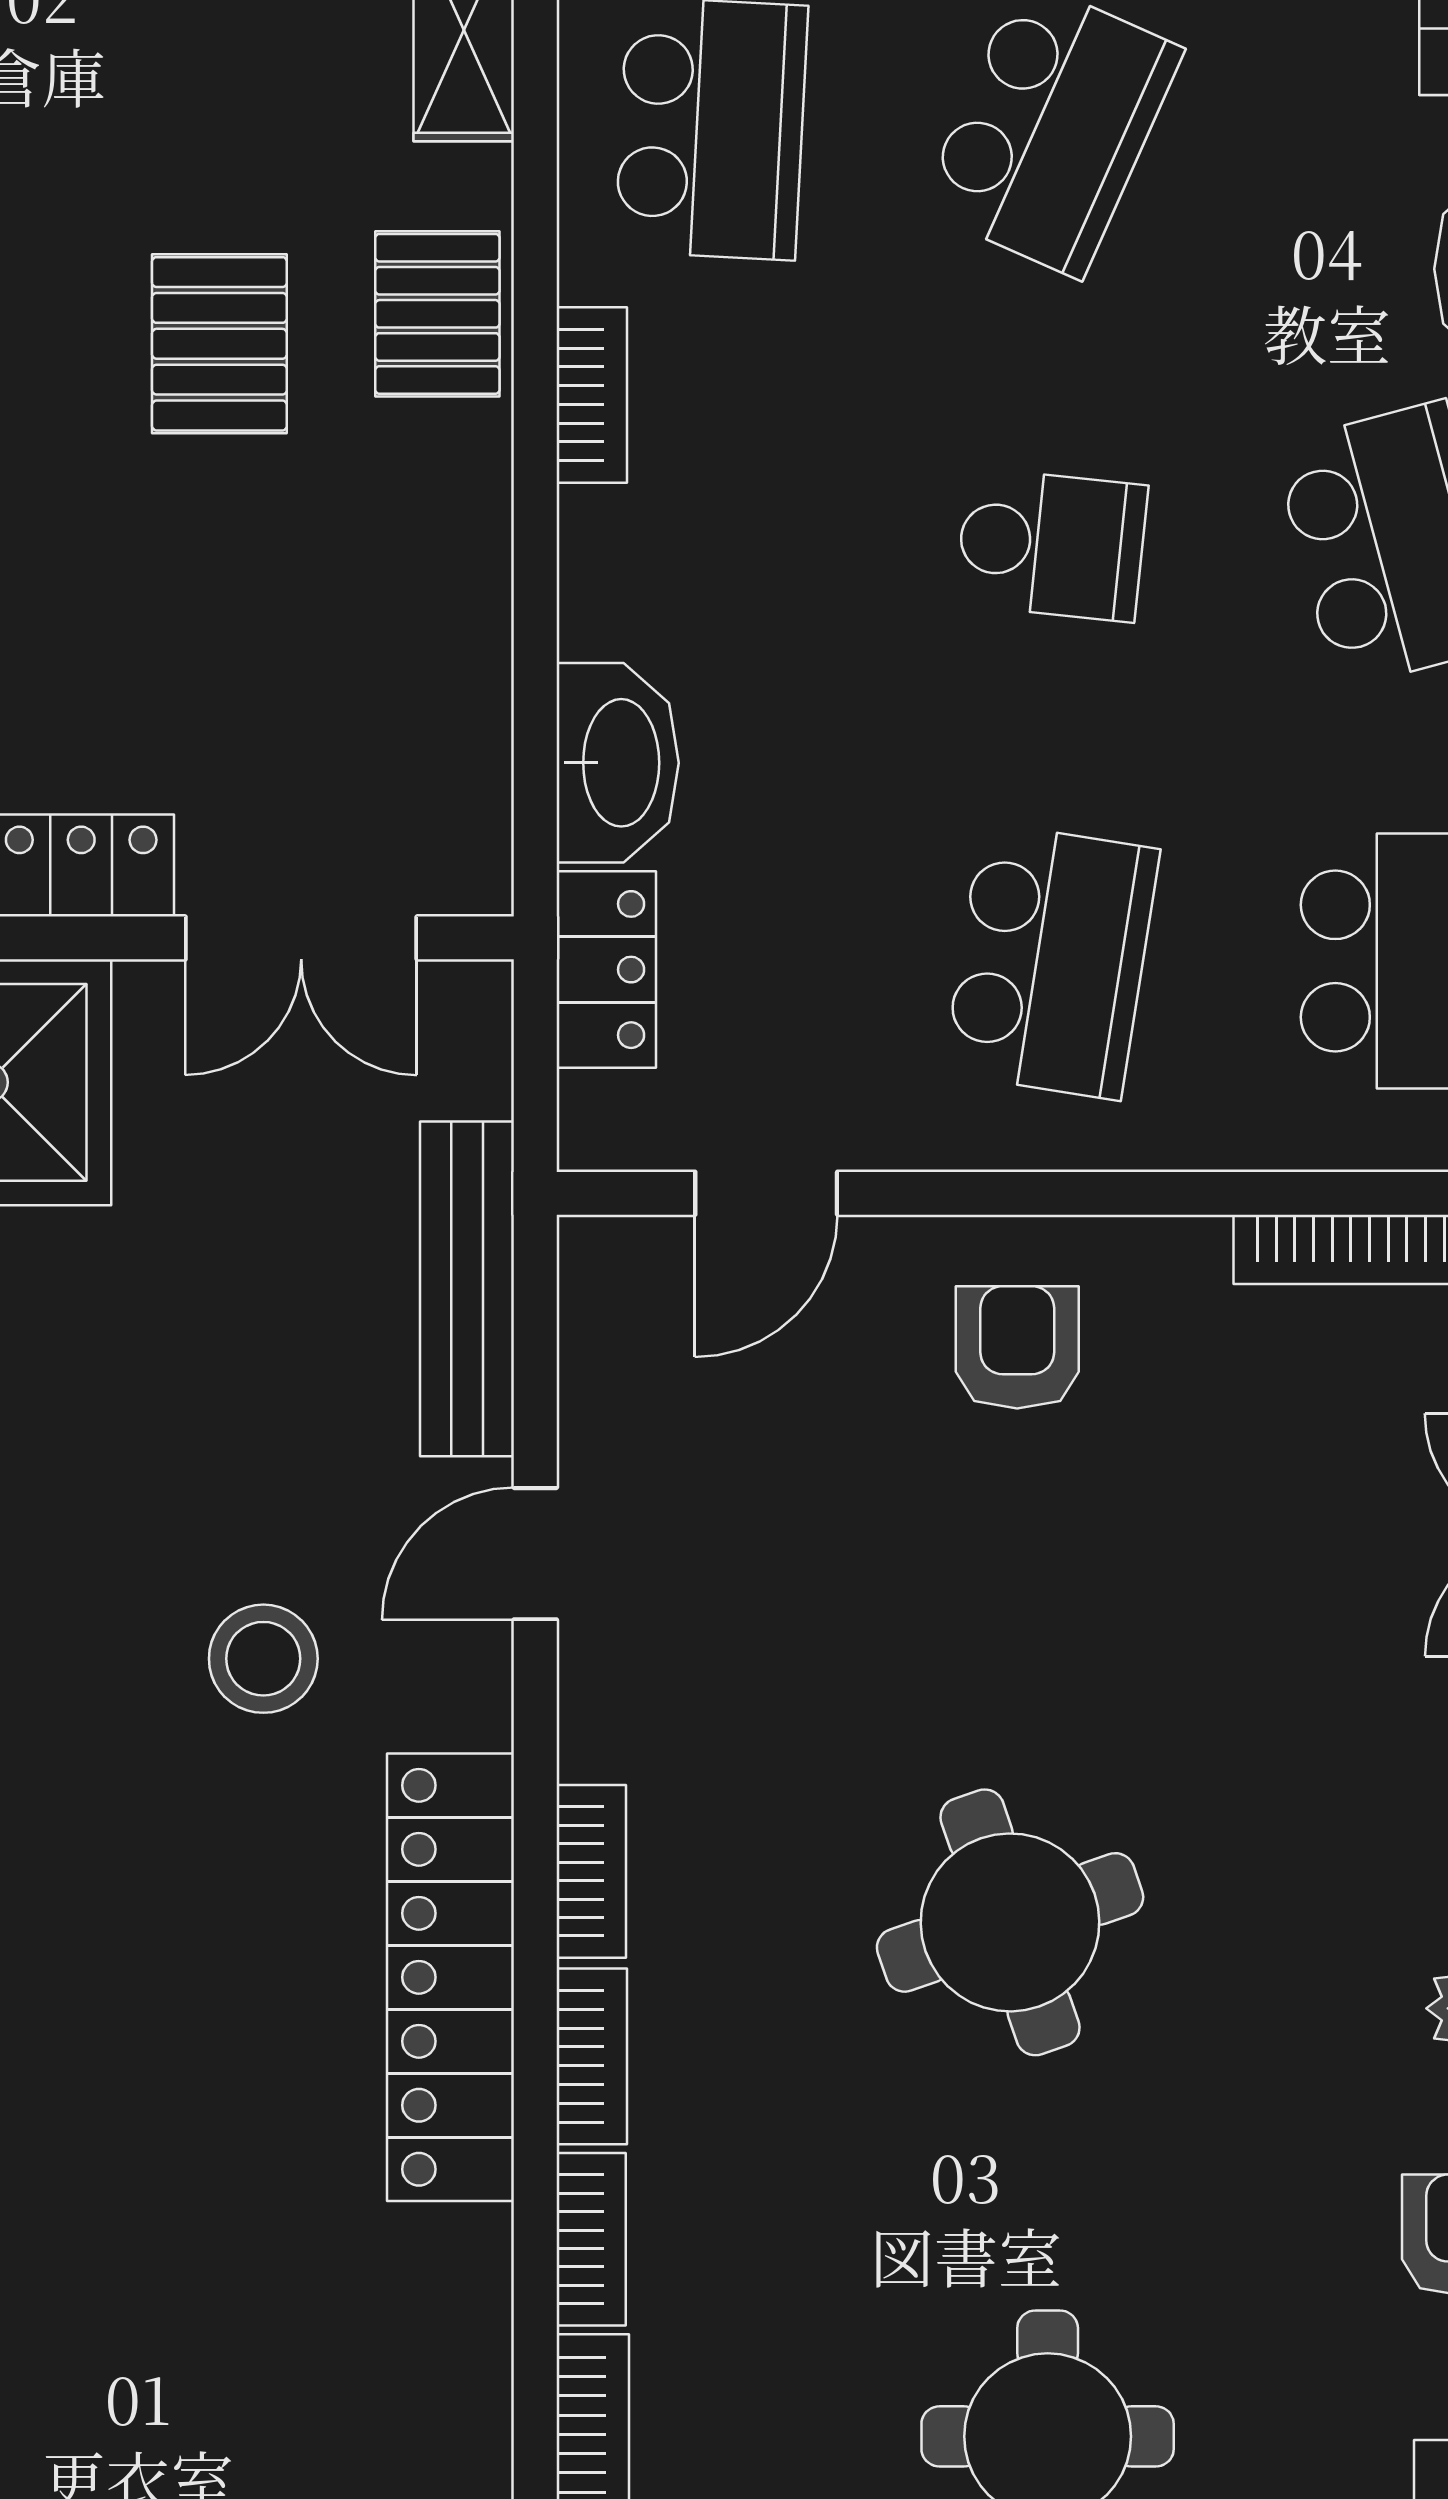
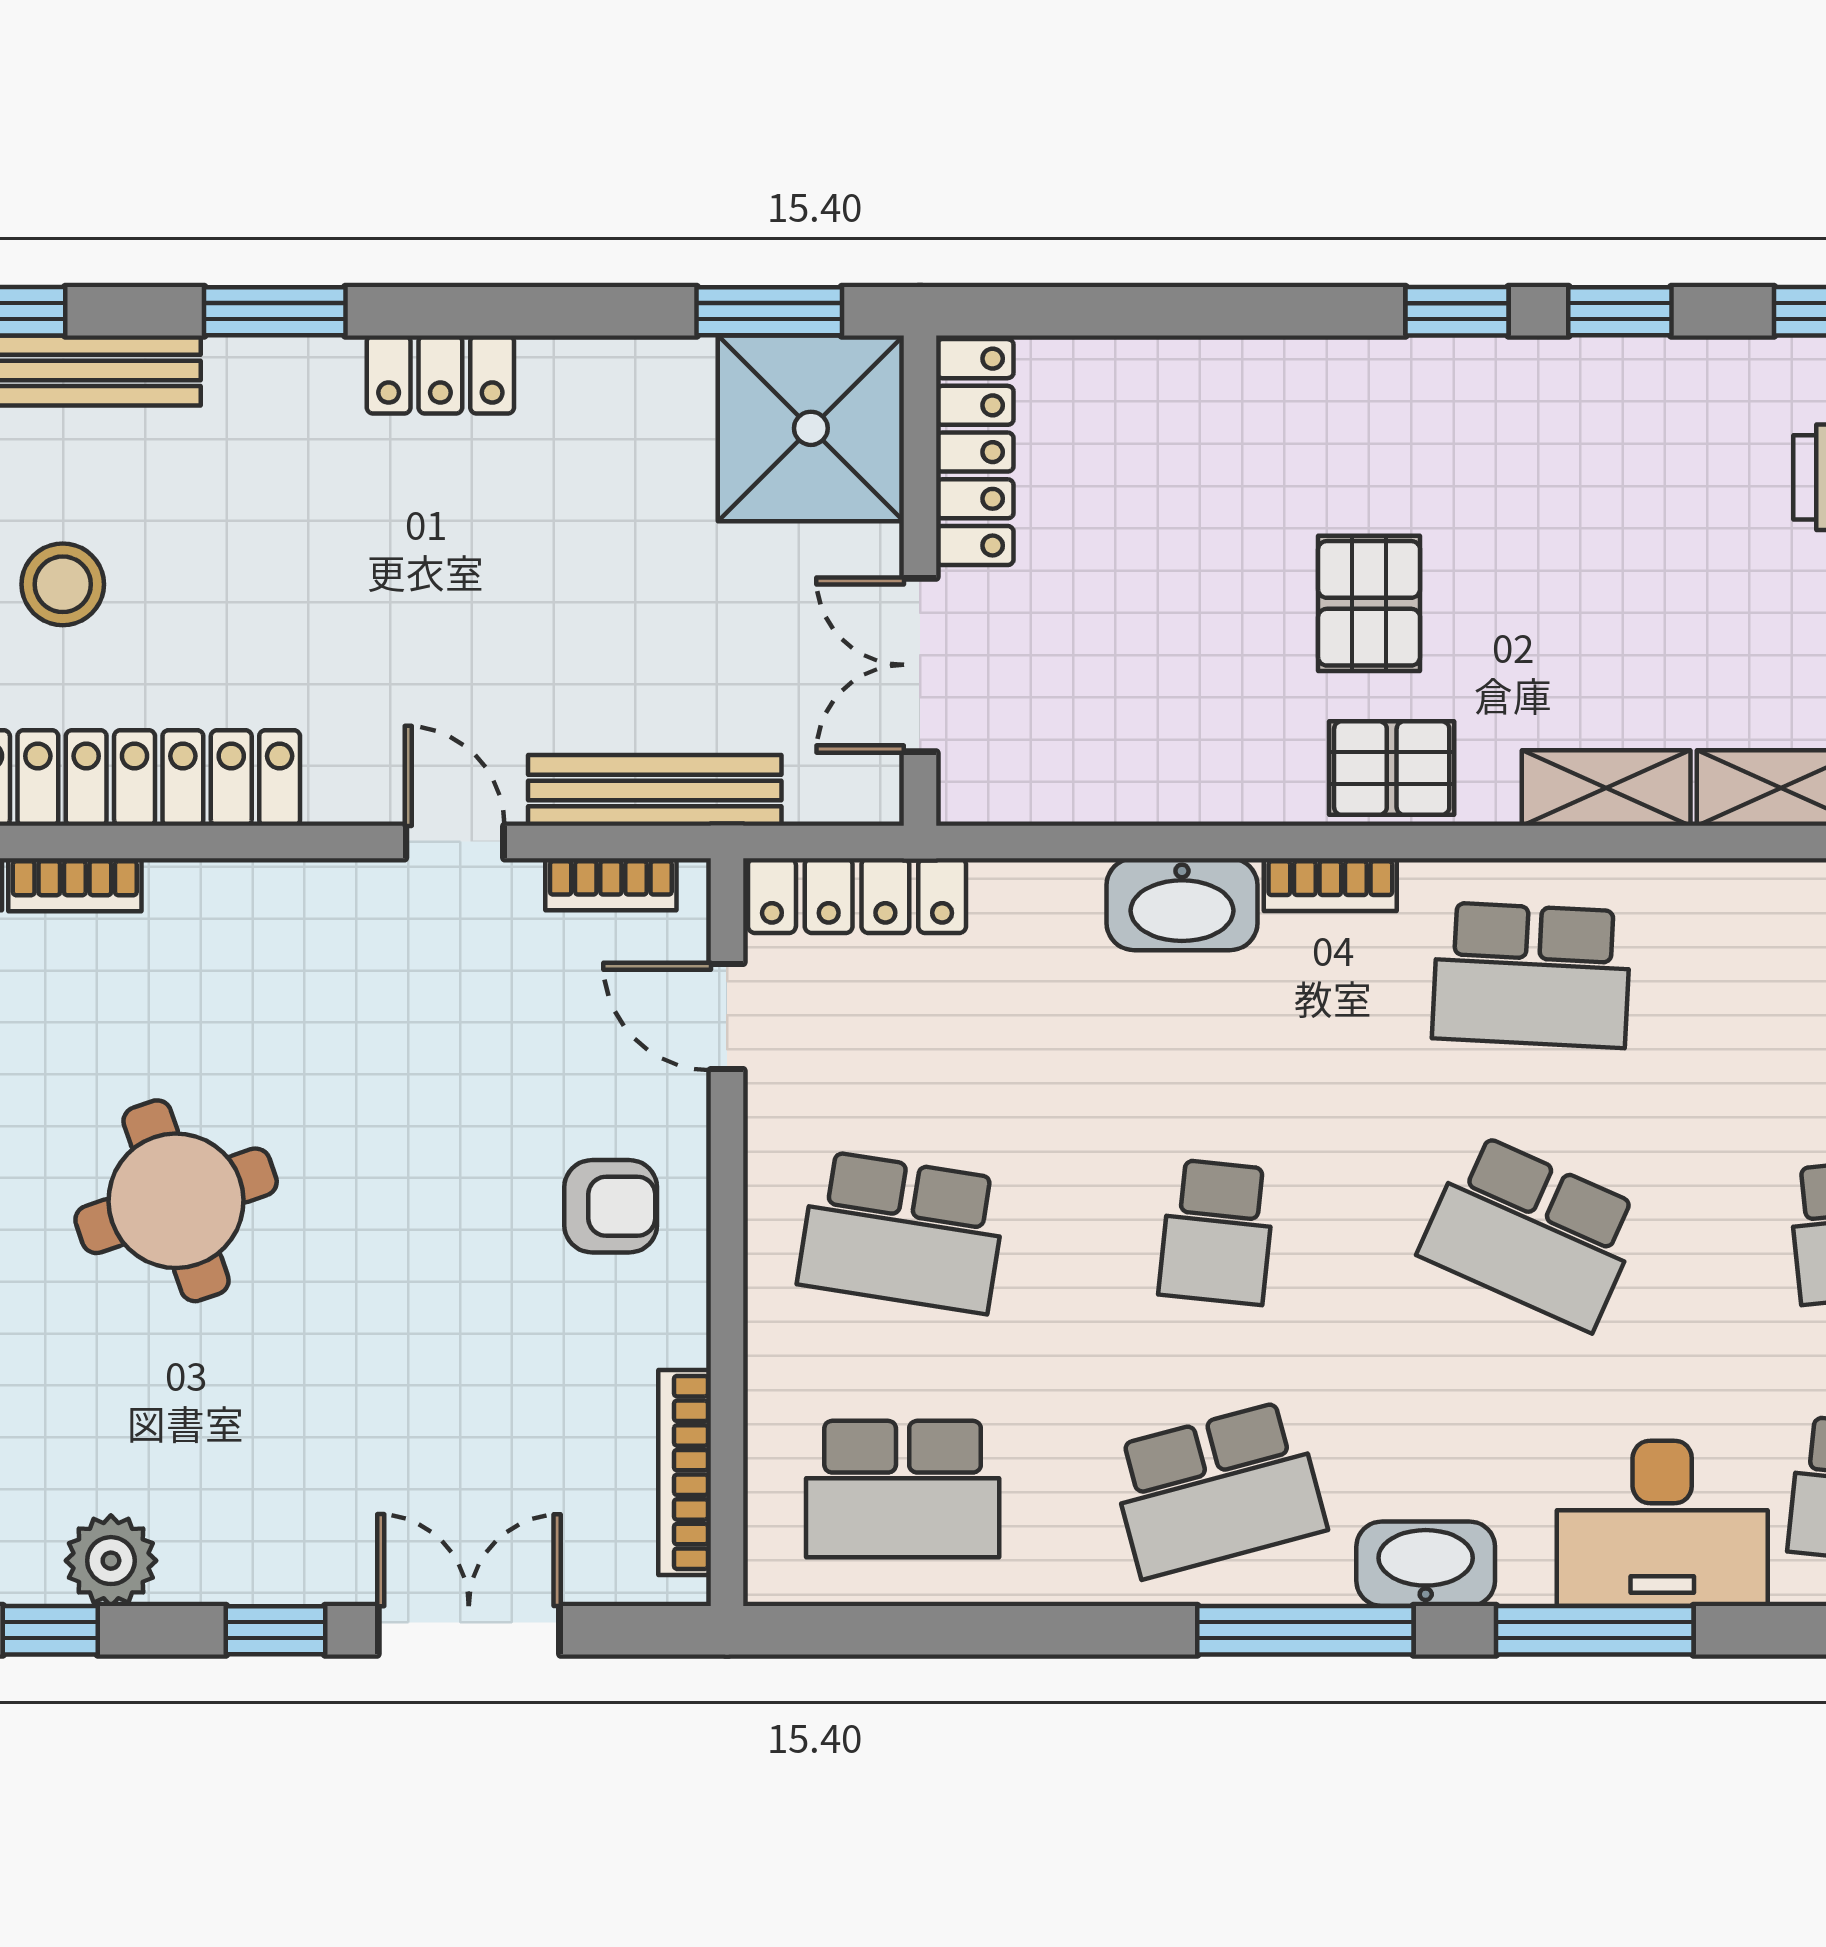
pallet: (219, 344) -> (1369, 603), turned 90
washbasin: (618, 763) -> (1182, 904), moved
locker: (606, 970) -> (857, 896), width x1.53
stool: (263, 1659) -> (63, 584), moved
bookcase: (591, 1871) -> (611, 884), moved

